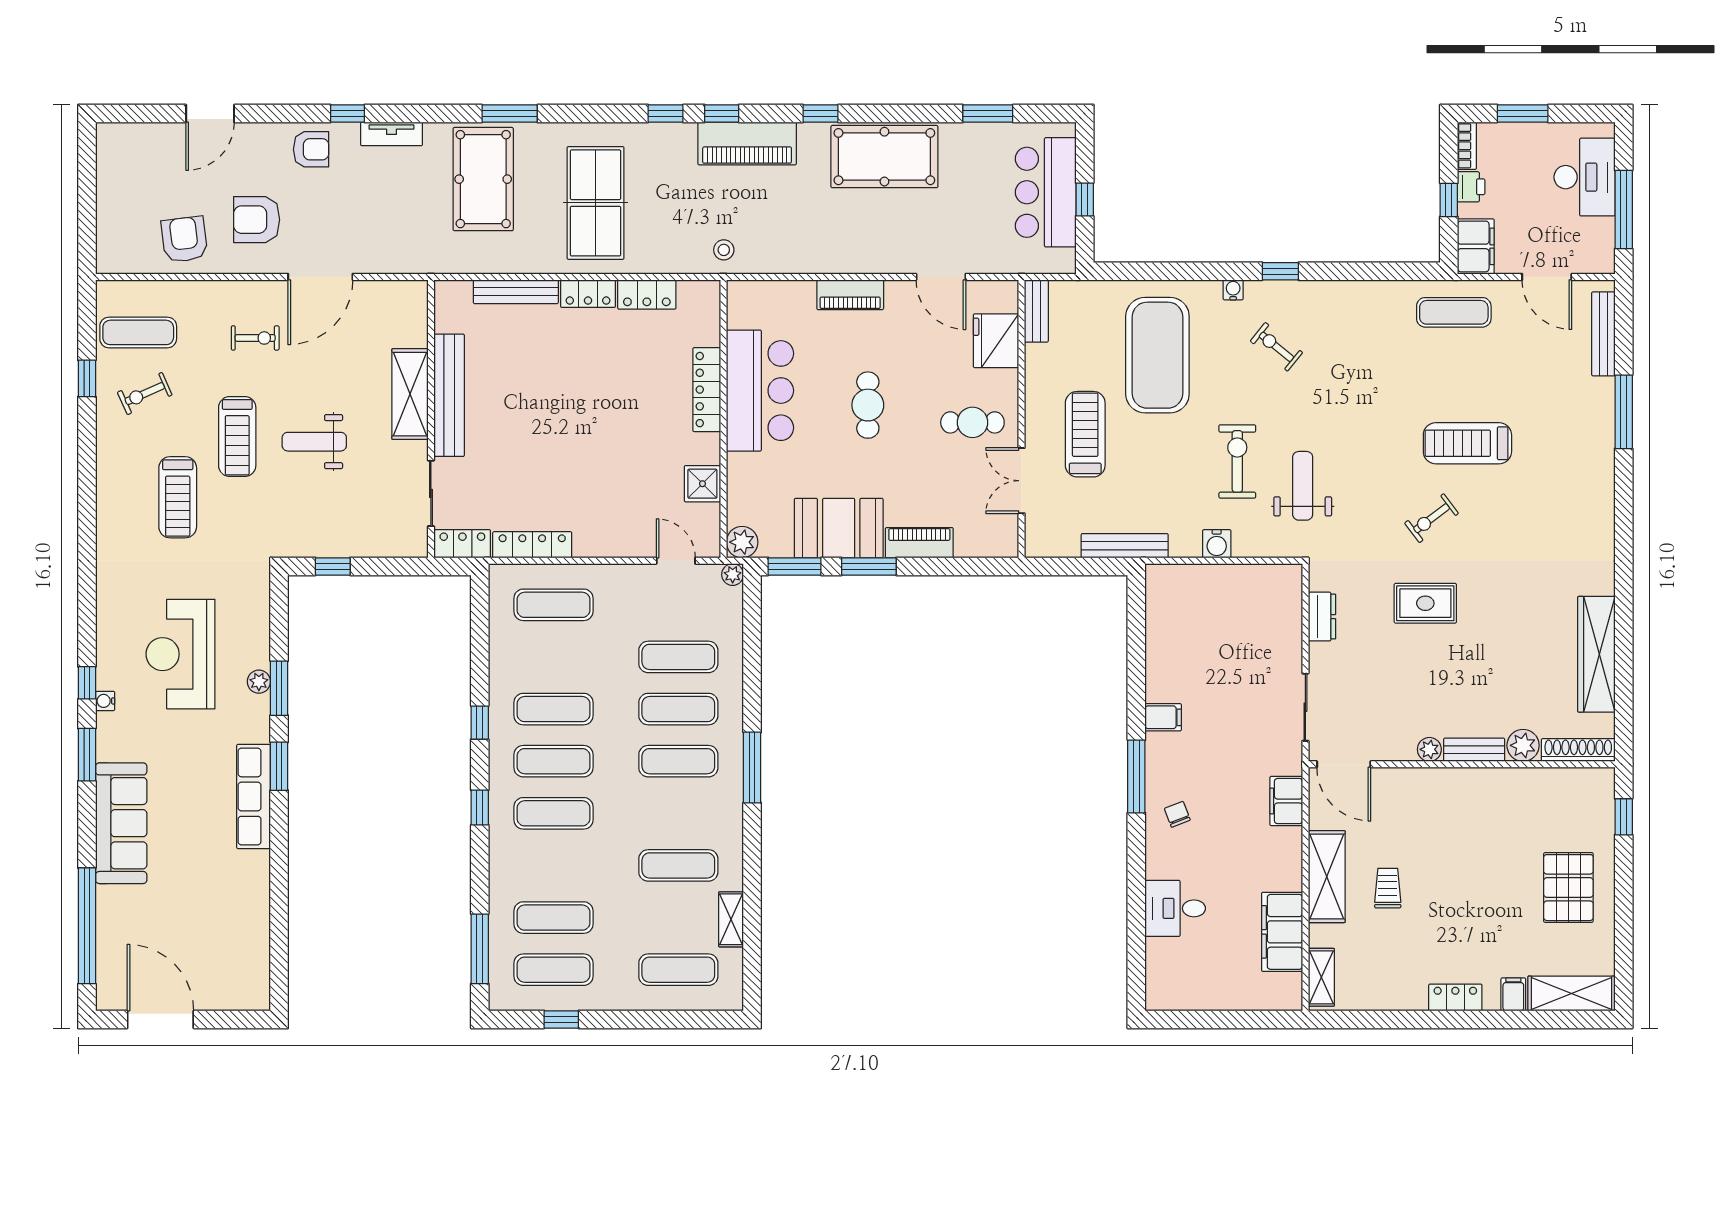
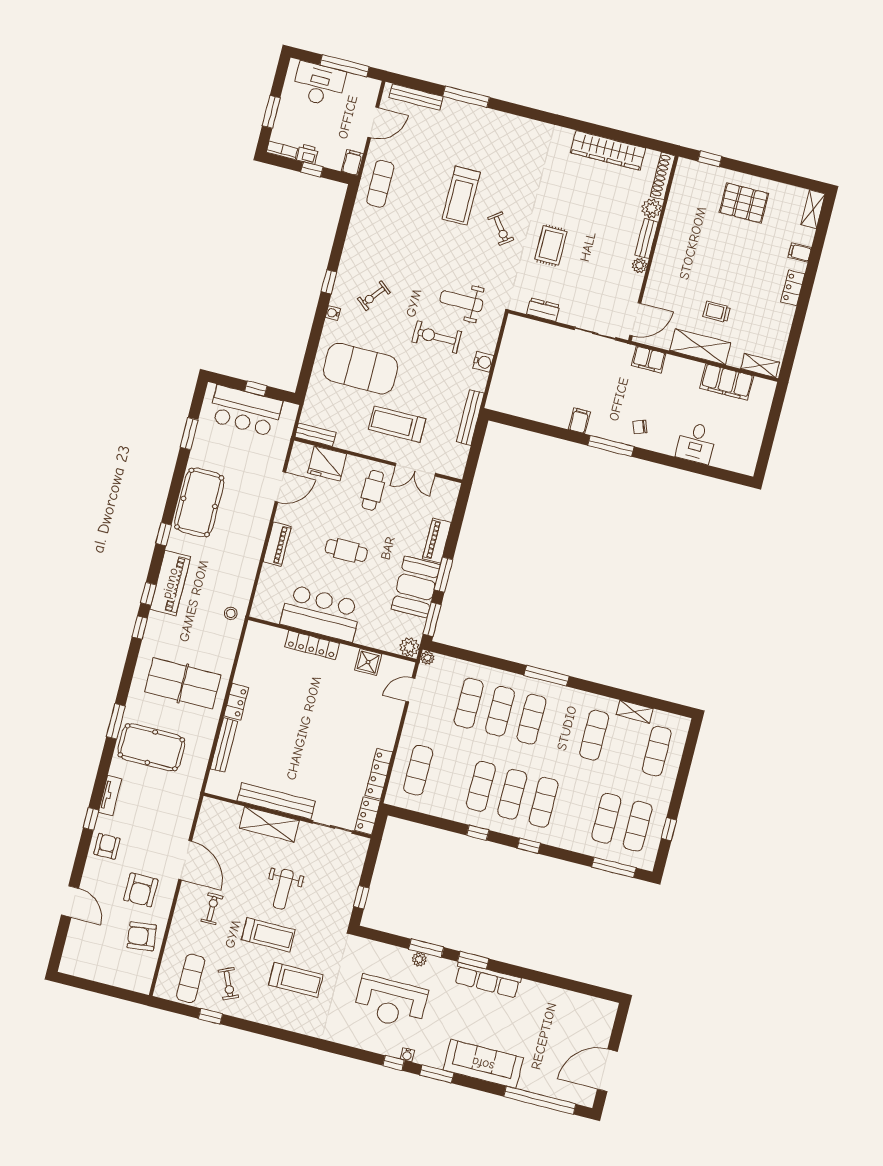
filing cabinet: (1476, 246) -> (352, 162), width x0.50
locker: (647, 294) -> (246, 667), removed
shelving: (1572, 993) -> (813, 209), width x0.67, depth x0.75

